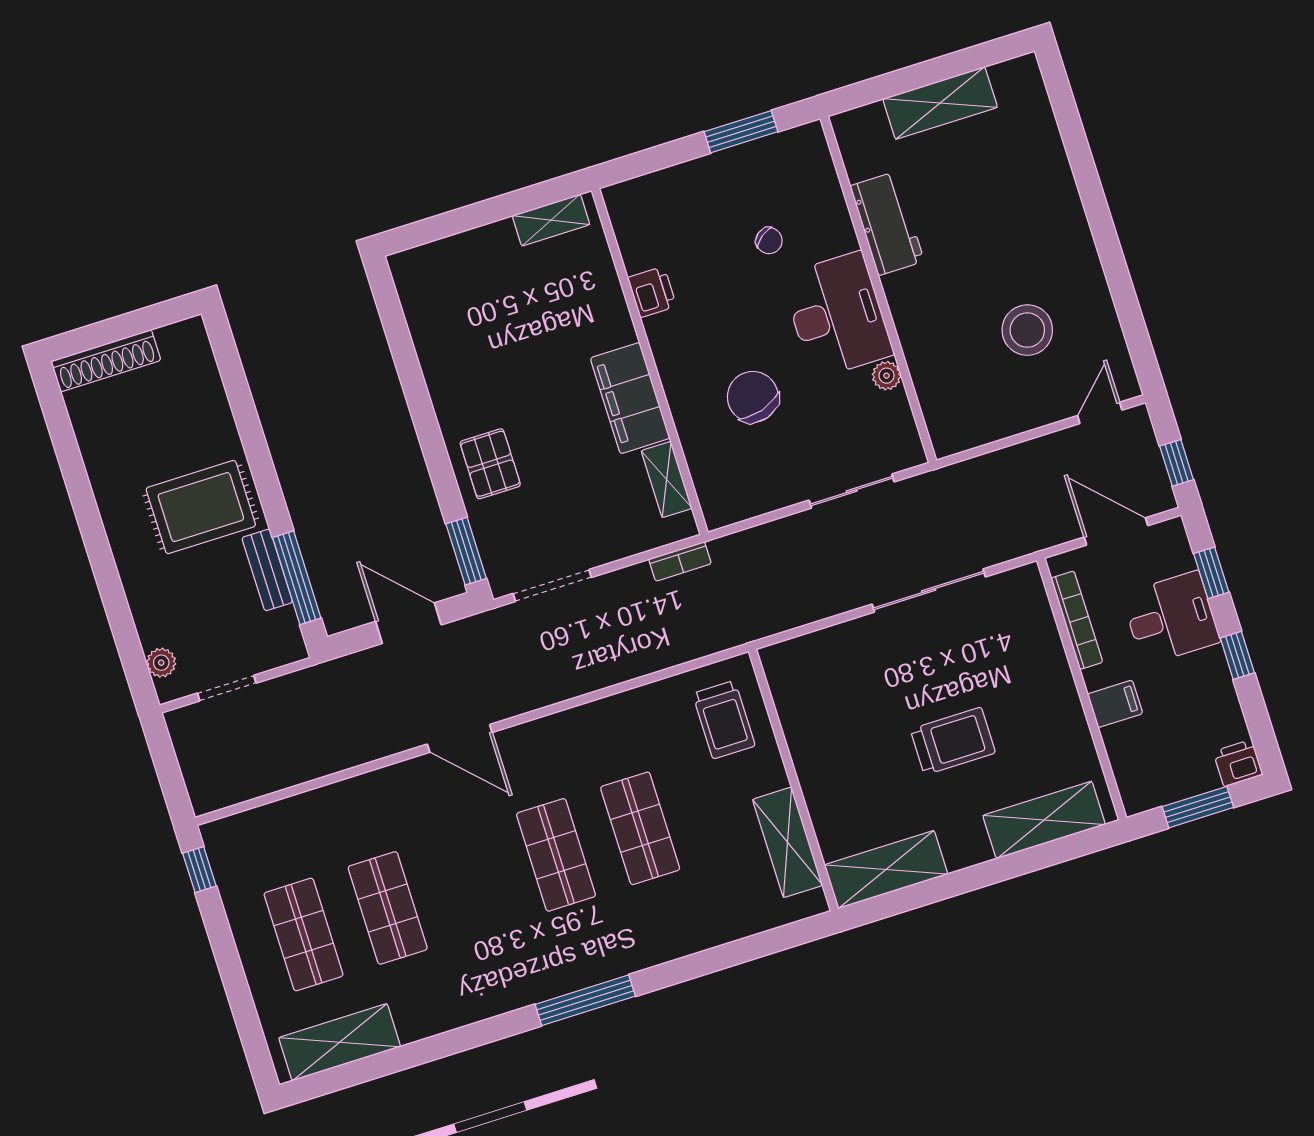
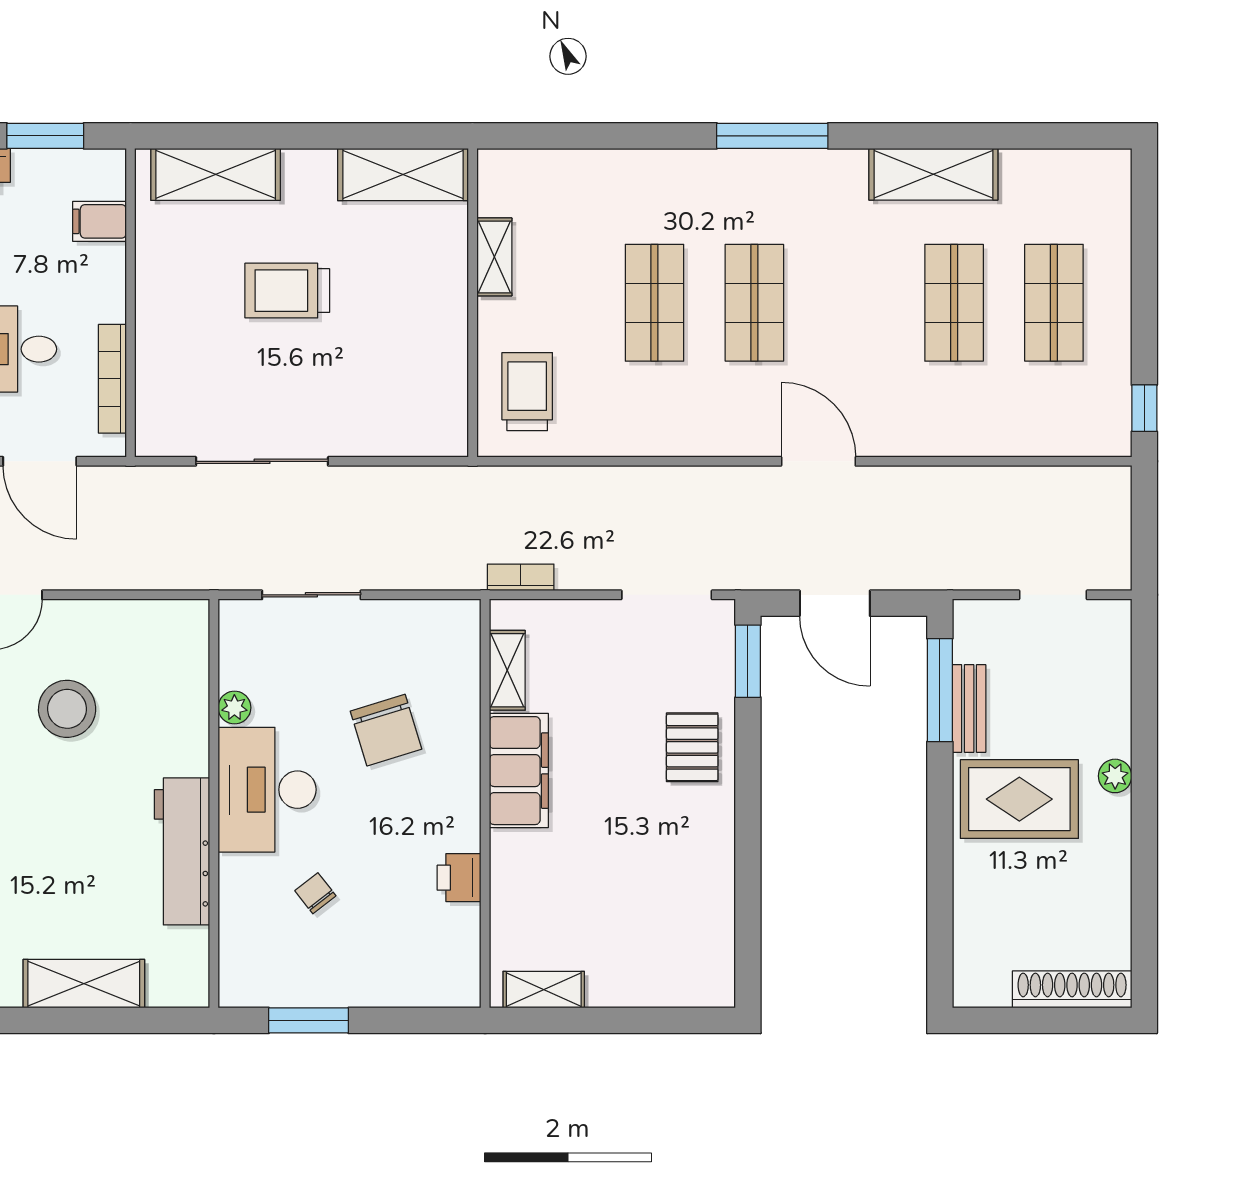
workbench: (887, 224) -> (182, 851), width x1.38
plant: (161, 663) -> (1115, 776), moved
filing cabinet: (1115, 704) -> (100, 221), moved
shelving: (788, 842) -> (494, 257), width x0.67, depth x0.75
shelving: (340, 1042) -> (933, 174), moved

